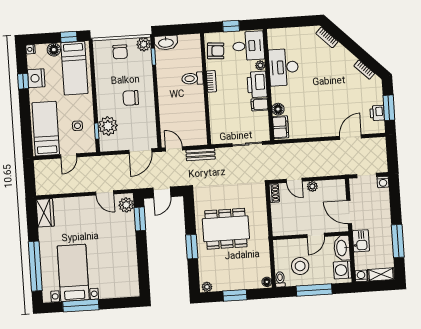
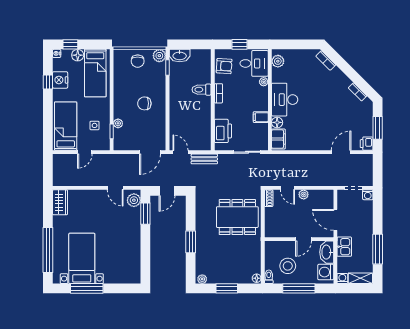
window: (69, 37) -> (70, 44), moved
plant: (274, 42) -> (278, 61), added
desk: (284, 67) -> (285, 100), moved
printer: (257, 84) -> (223, 131), moved, turned 180
printer: (377, 113) -> (367, 144), moved
plant: (108, 126) -> (118, 123), width x0.53, depth x0.53
dining table: (226, 229) -> (237, 217), moved

